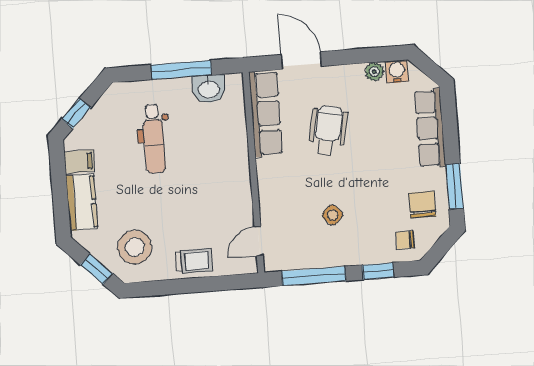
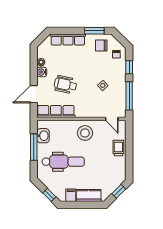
water cooler: (397, 71) -> (42, 72), moved
dental chair: (154, 139) -> (63, 162), width x1.36, depth x1.38
stool: (135, 247) -> (85, 133), moved

